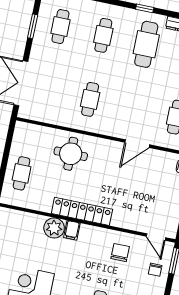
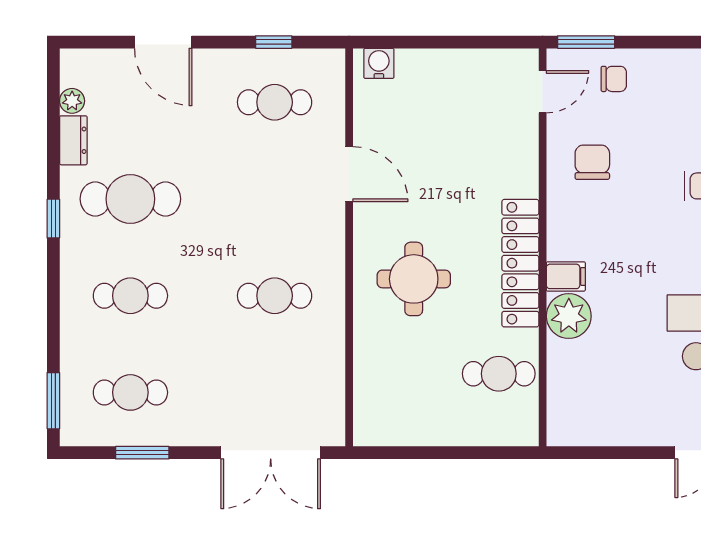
round table: (71, 154) -> (414, 279), moved
cafe table: (22, 173) -> (499, 374), moved
chair: (120, 253) -> (592, 162), turned 90

